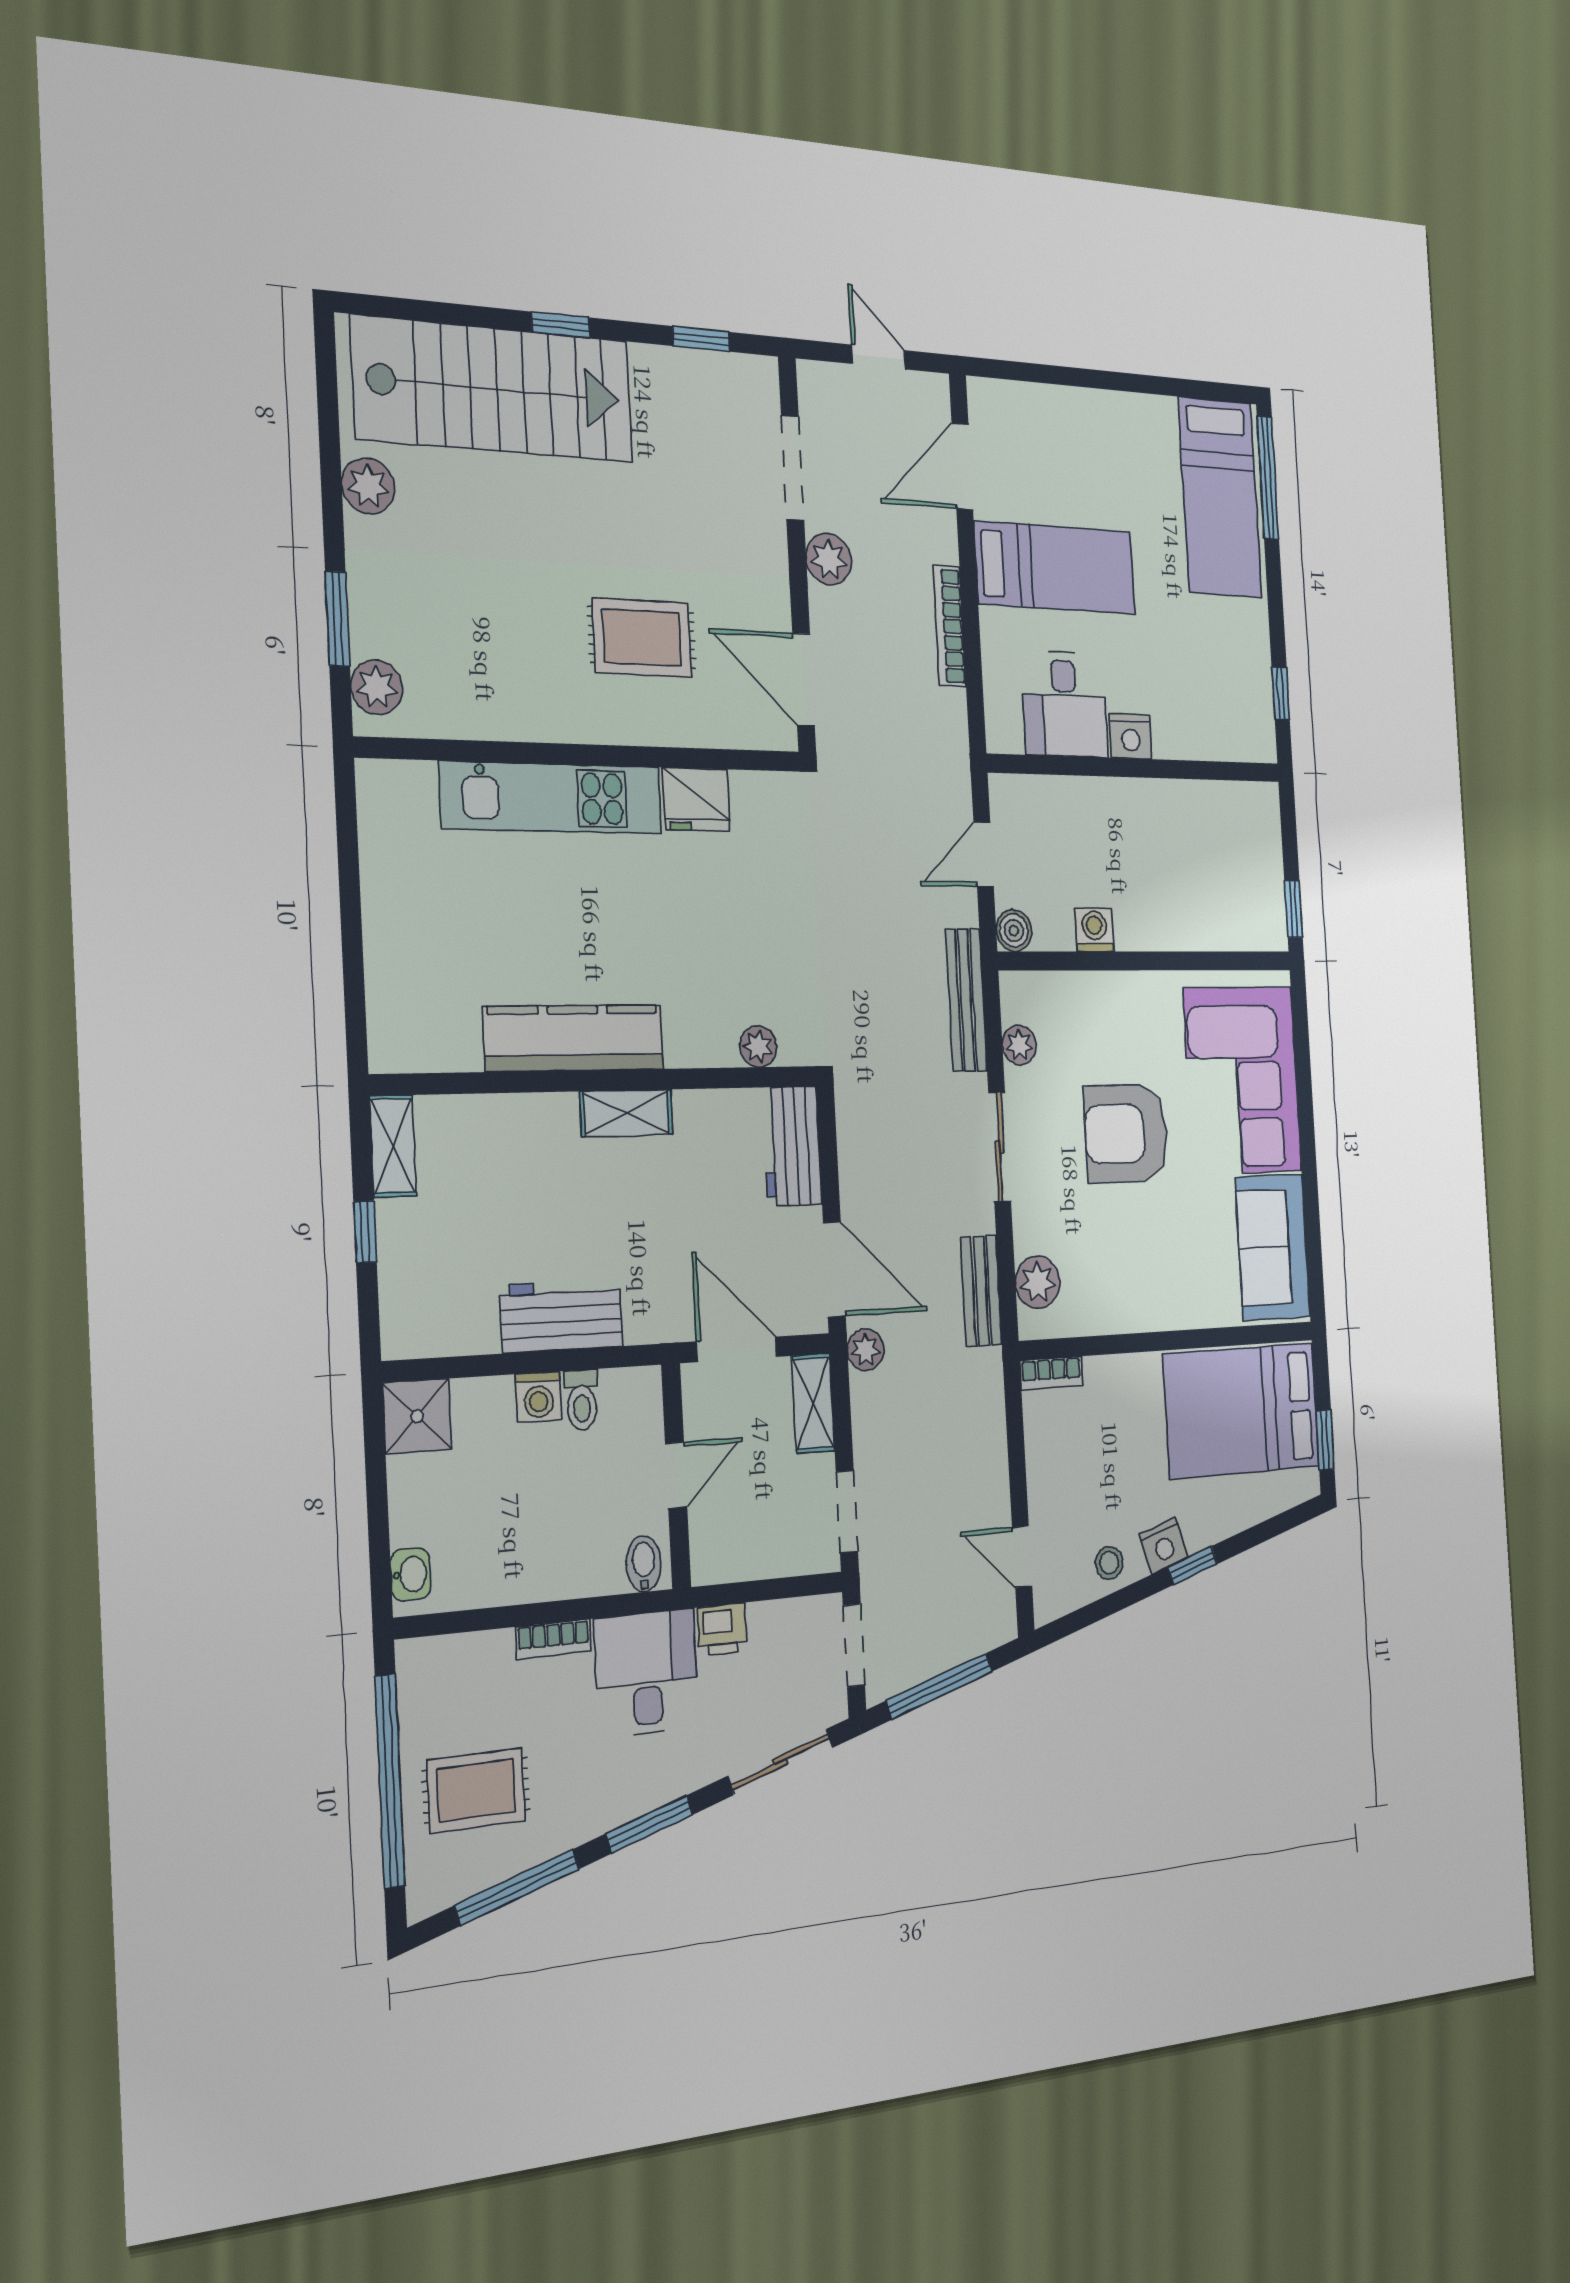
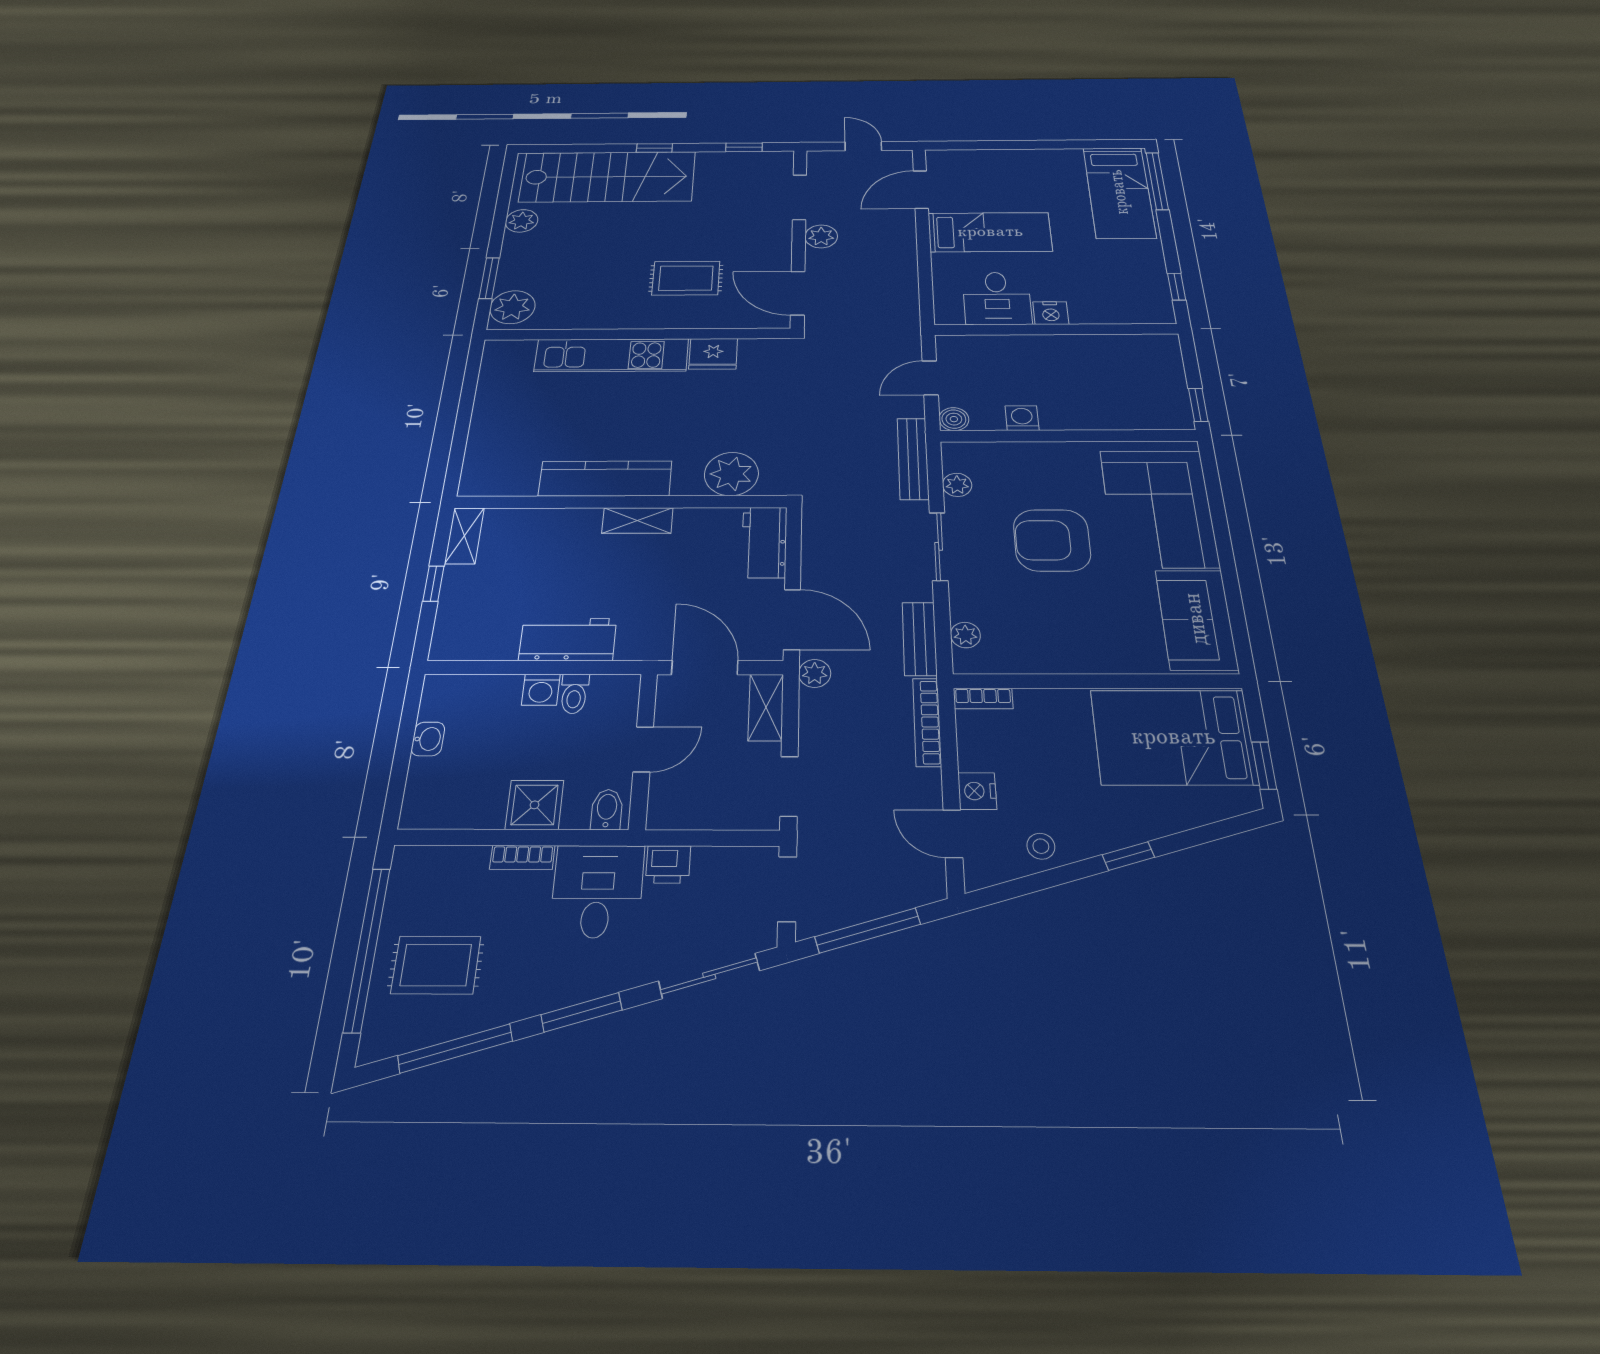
bookcase: (950, 626) -> (927, 722), moved
plant: (377, 687) -> (512, 307), width x1.36, depth x1.36
plant: (758, 1046) -> (731, 474), width x1.88, depth x1.88
plant: (1038, 1282) -> (965, 635), width x0.73, depth x0.73
shower: (417, 1416) -> (535, 805), moved
nightstand: (1164, 1546) -> (977, 791), moved, turned 106
washbasin: (410, 1574) -> (428, 739), moved

